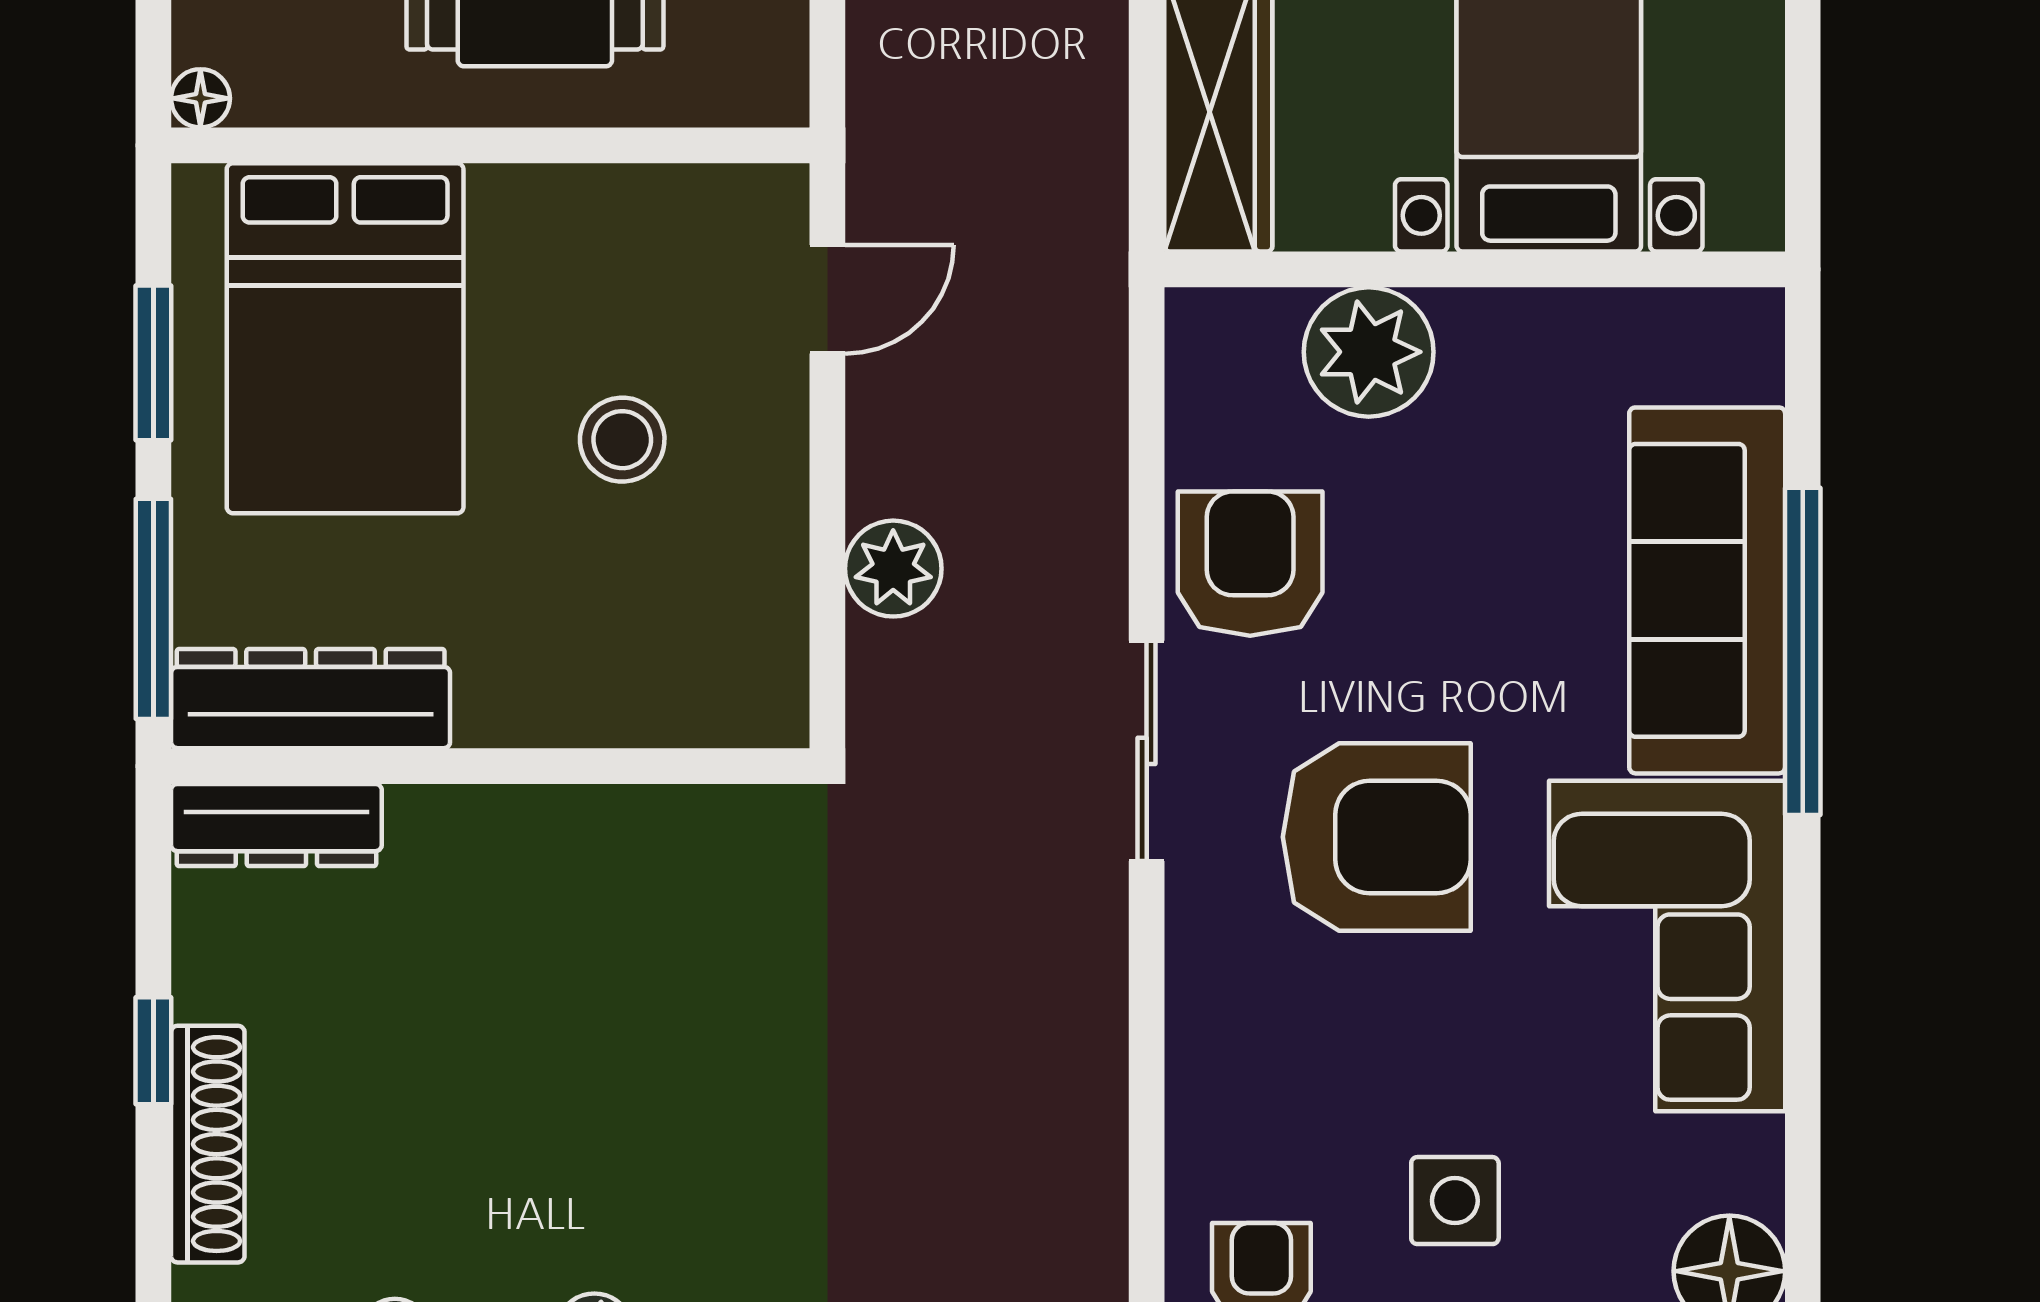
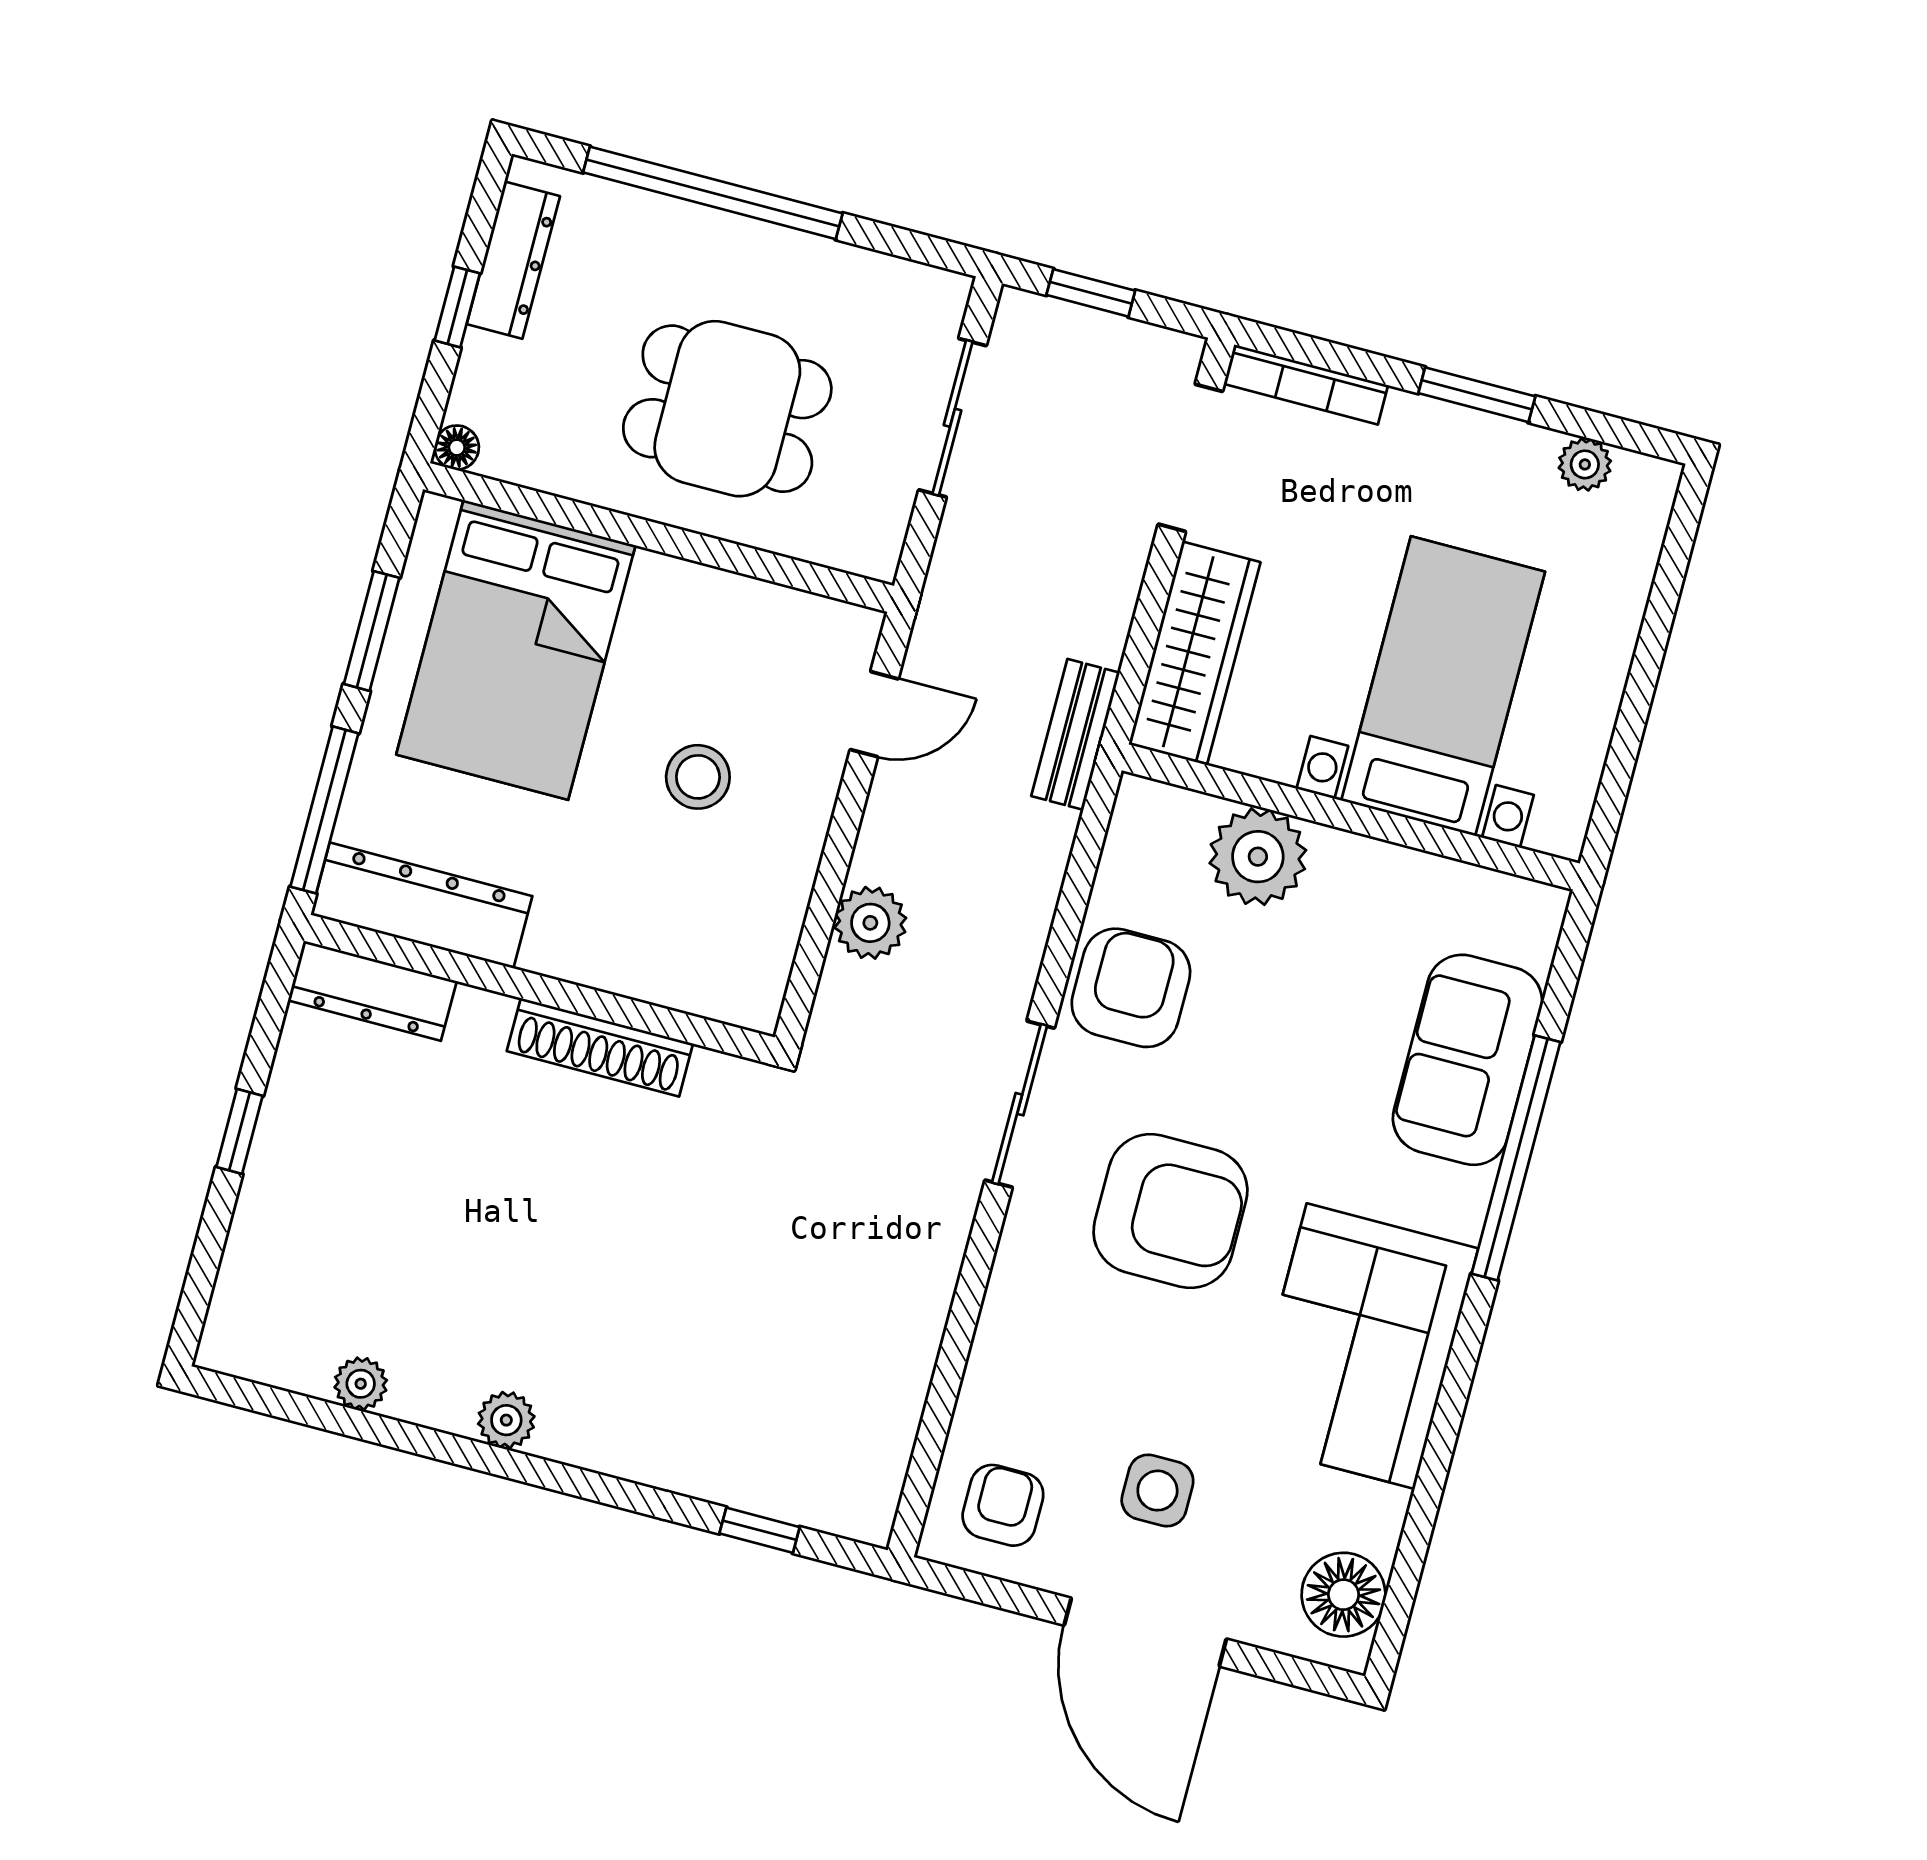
bench: (1093, 257) -> (1075, 734), added
sofa: (1707, 590) -> (1468, 1060), width x0.73
shoe rack: (208, 1144) -> (600, 1047), moved, turned 90

